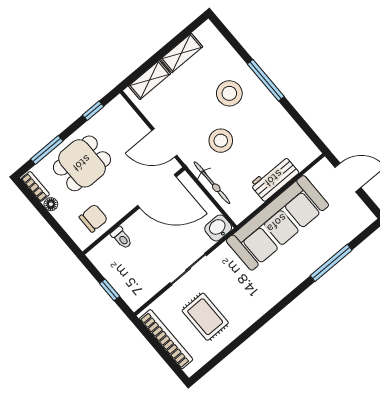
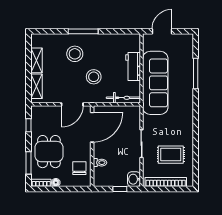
bicycle: (212, 183) -> (123, 98), moved
washbasin: (218, 228) -> (134, 179), moved

